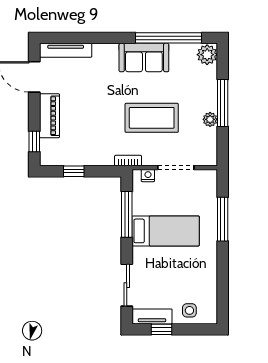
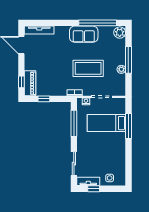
piano: (49, 116) -> (30, 83), moved
bed: (166, 231) -> (106, 123), moved, turned 180

